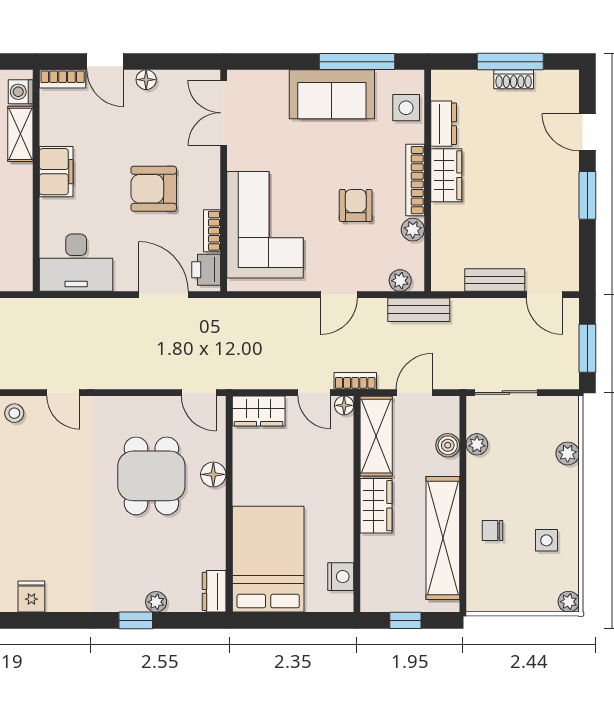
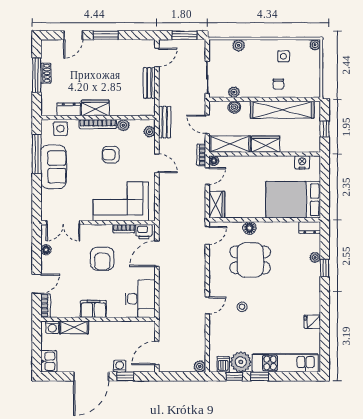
floor lamp: (146, 80) -> (46, 250), moved
stool: (14, 413) -> (242, 307), moved

